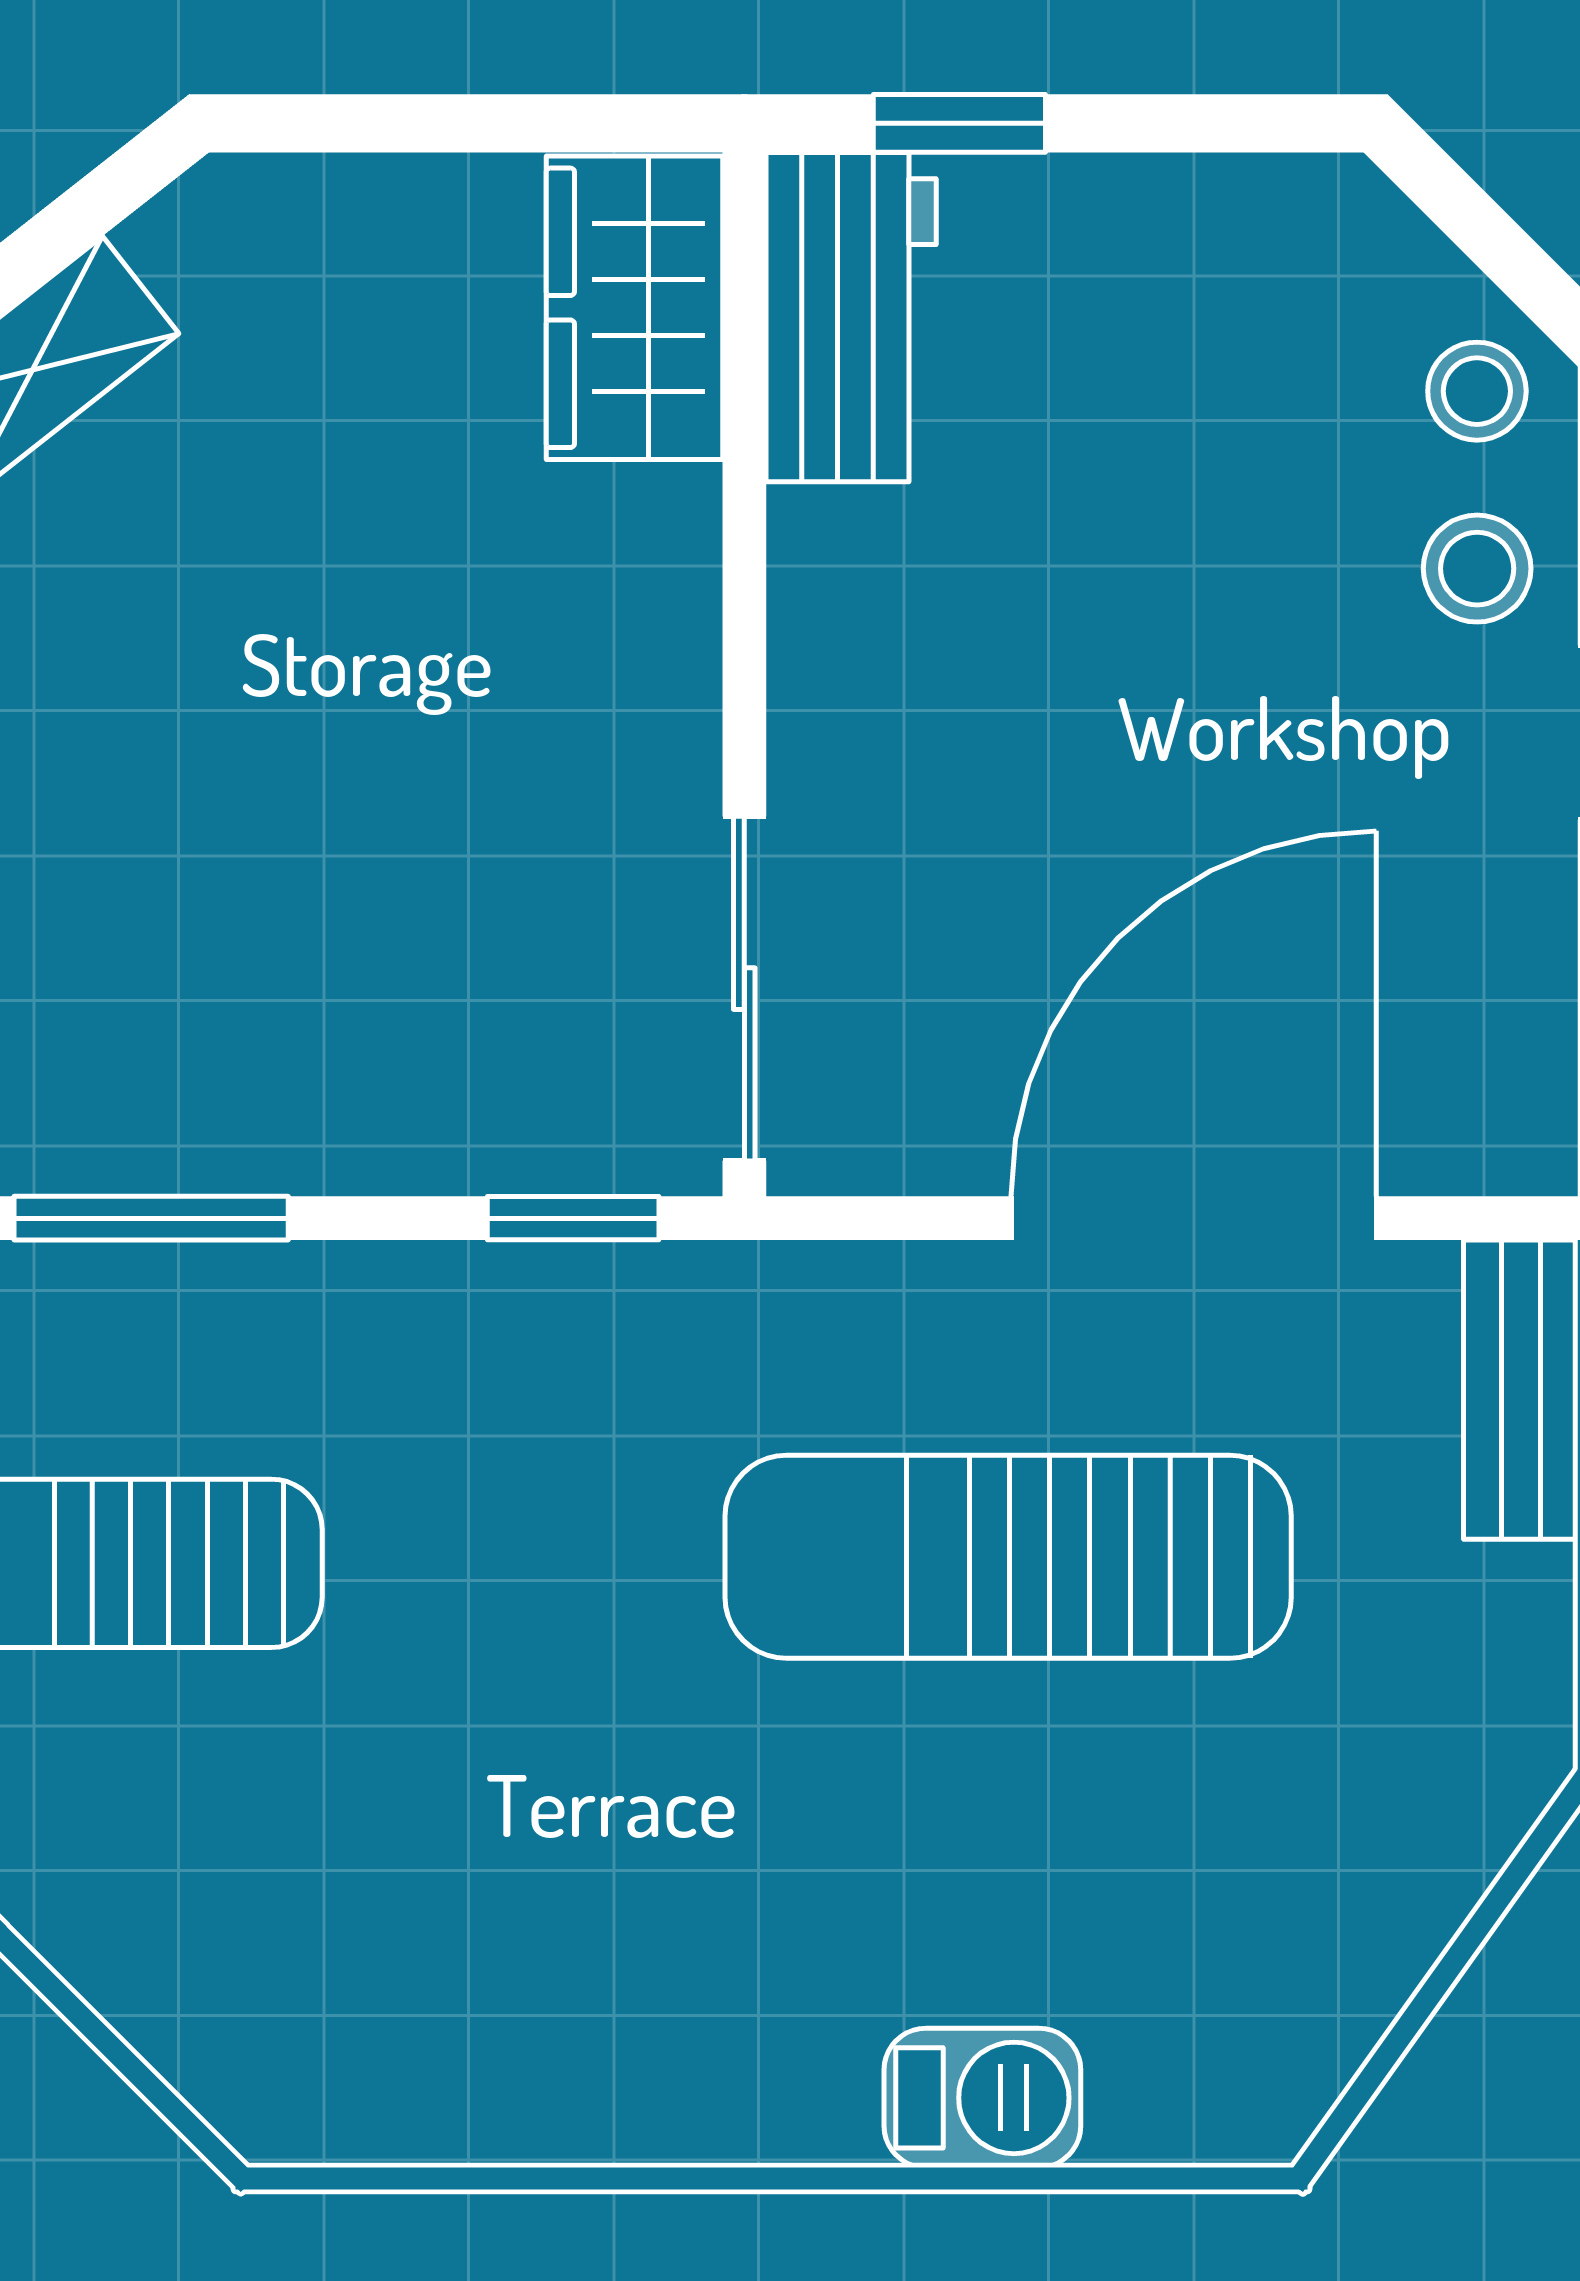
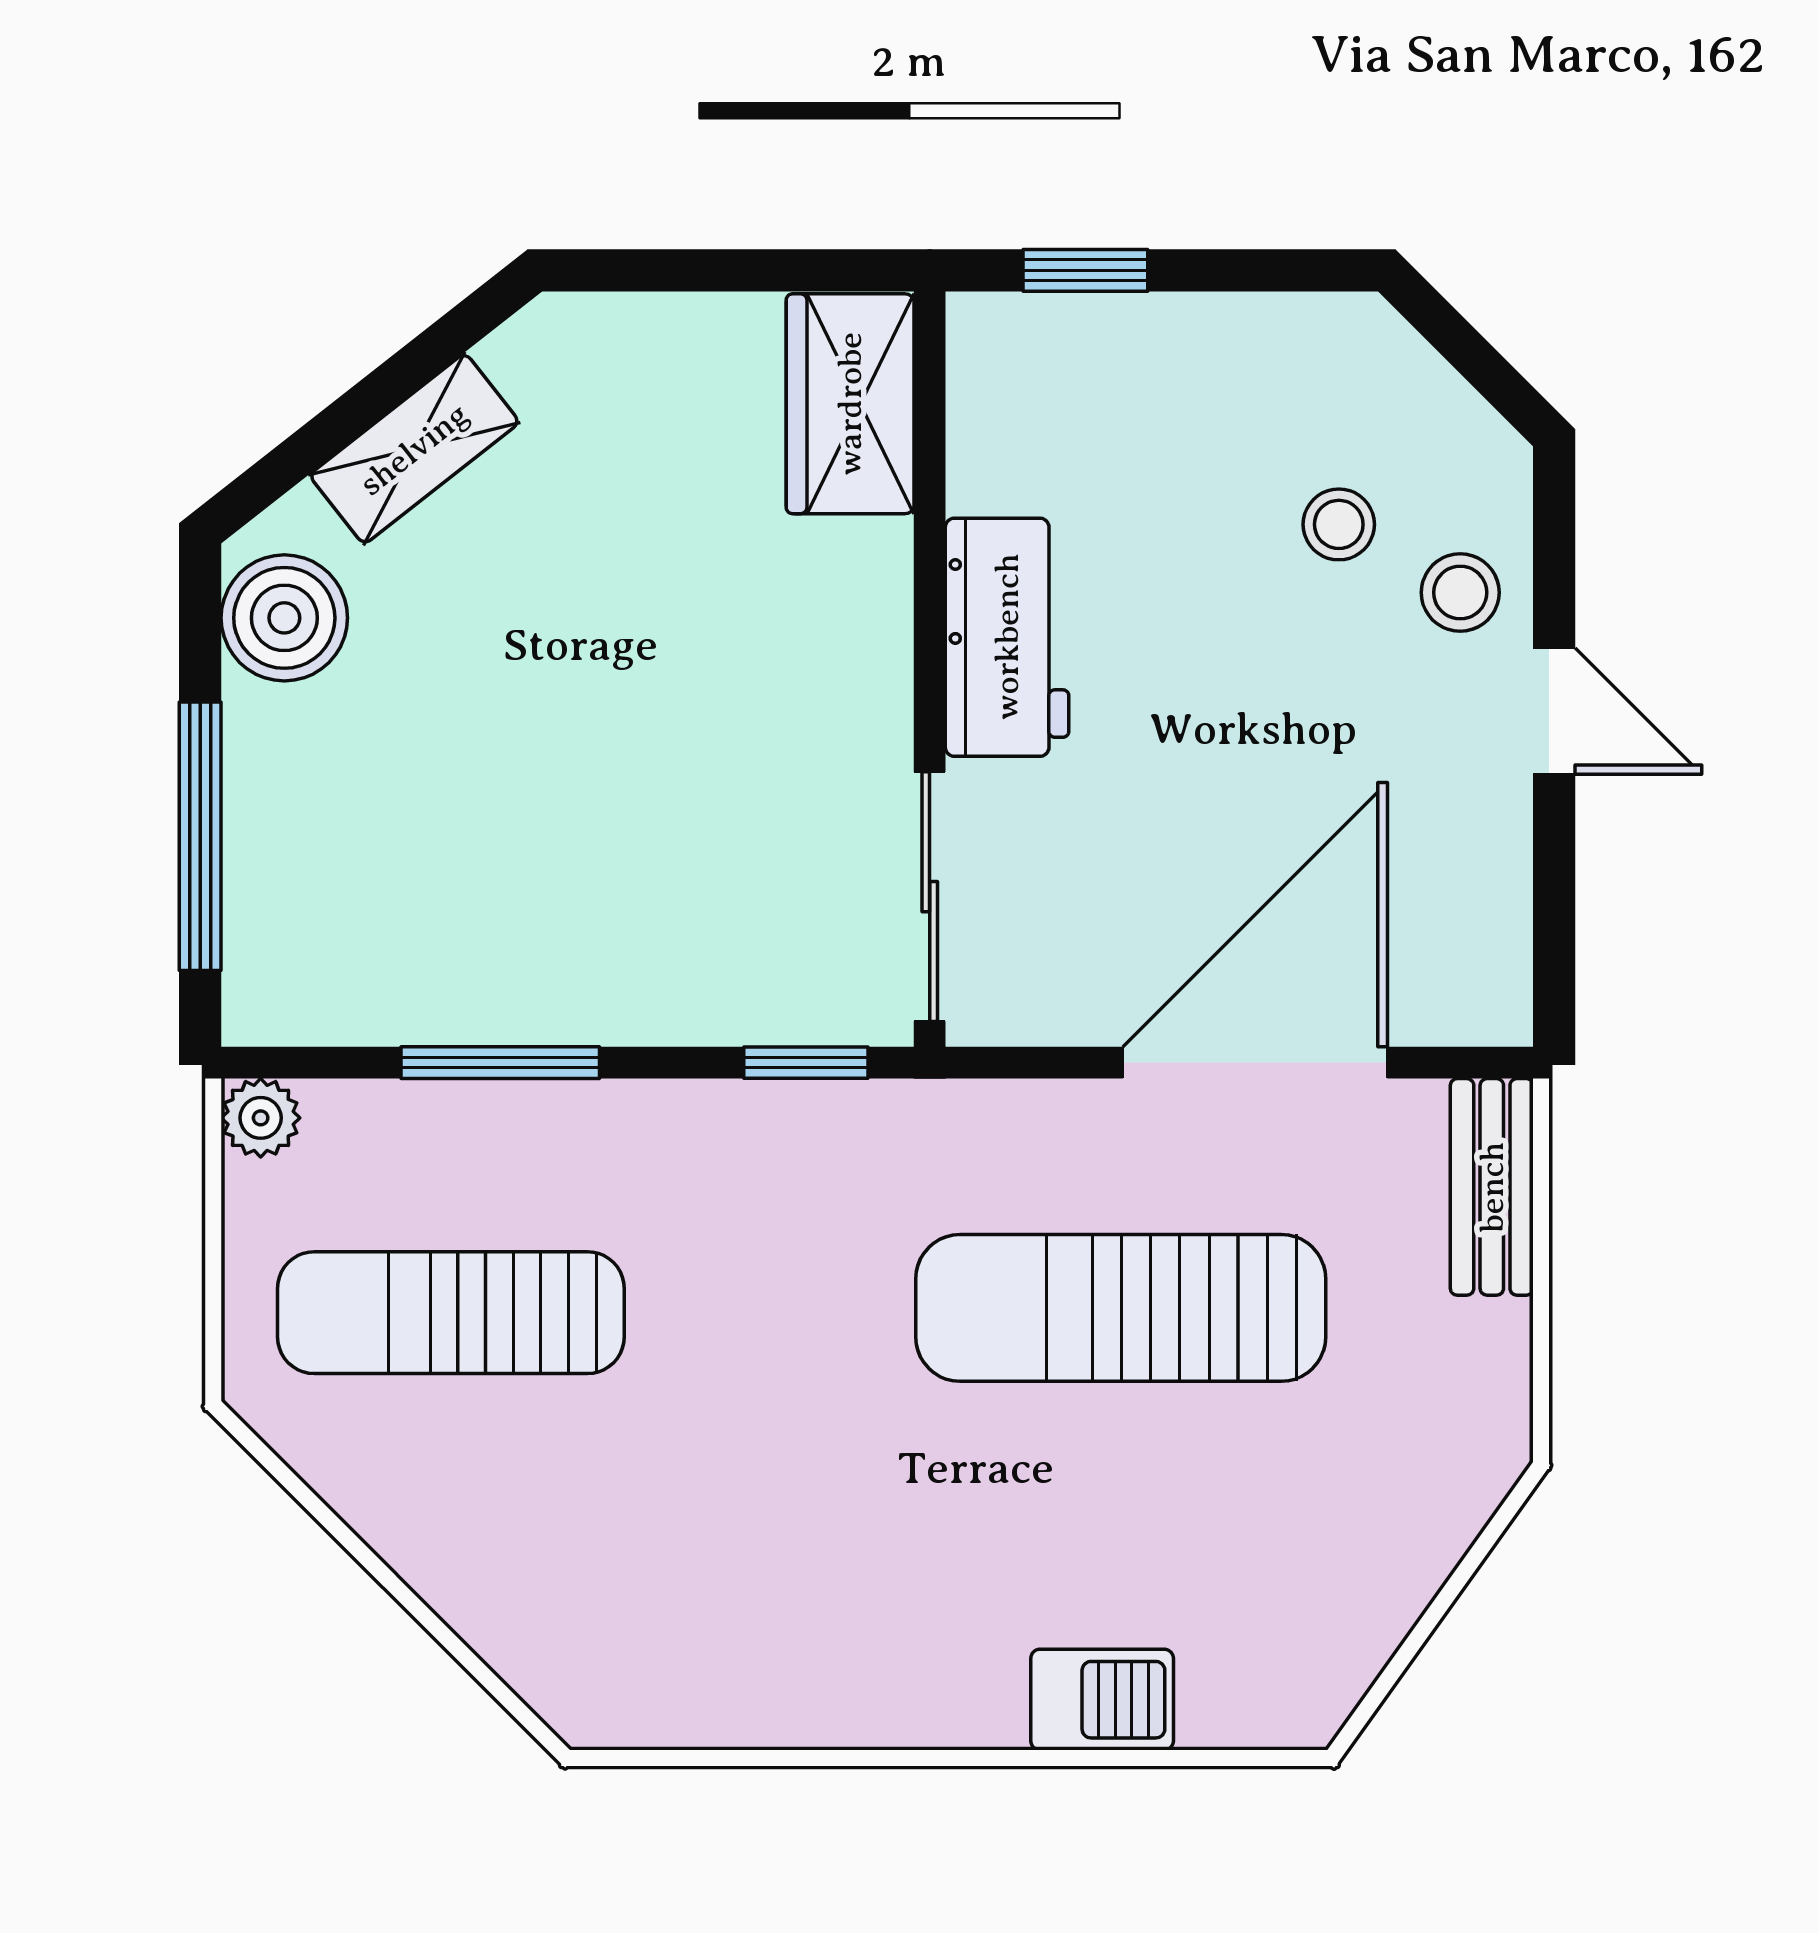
workbench: (851, 317) -> (1007, 637), moved
stool: (1477, 391) -> (1339, 524), moved

